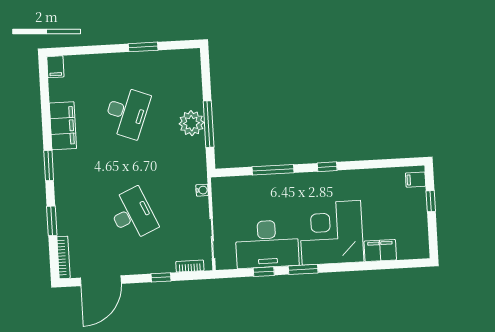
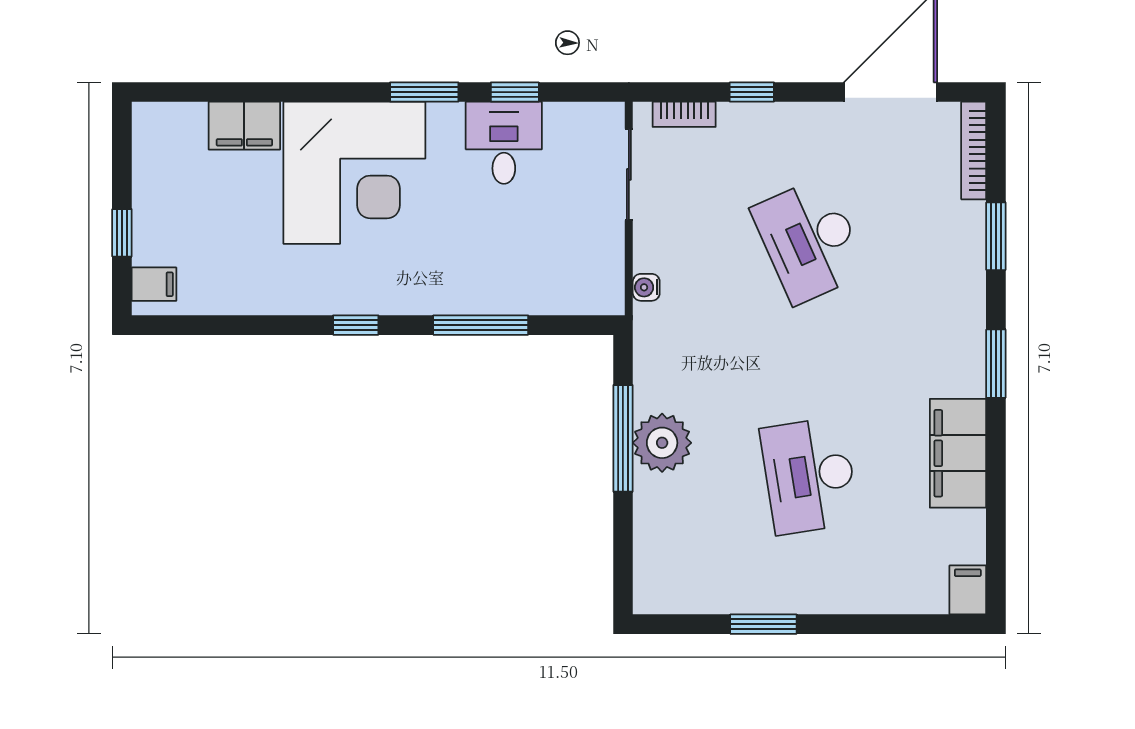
desk: (127, 112) -> (809, 476), turned -30
desk: (267, 244) -> (504, 143), width x0.53, depth x0.77

